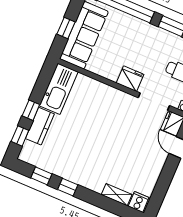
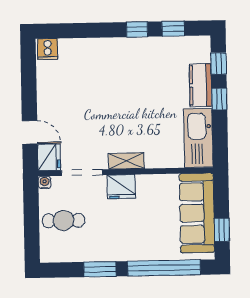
window: (66, 28) -> (222, 230), moved
shelving: (117, 195) -> (126, 161), moved

